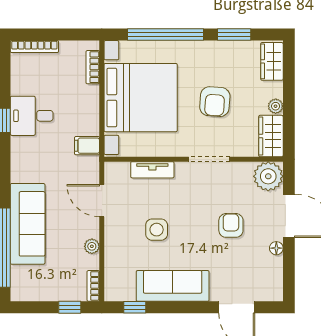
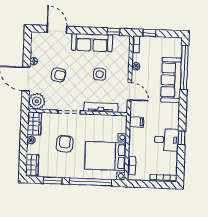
bed with nightstands: (141, 98) -> (105, 156), width x0.73
tv unit: (152, 170) -> (101, 107), width x1.41
armchair: (231, 225) -> (58, 75), turned -79

